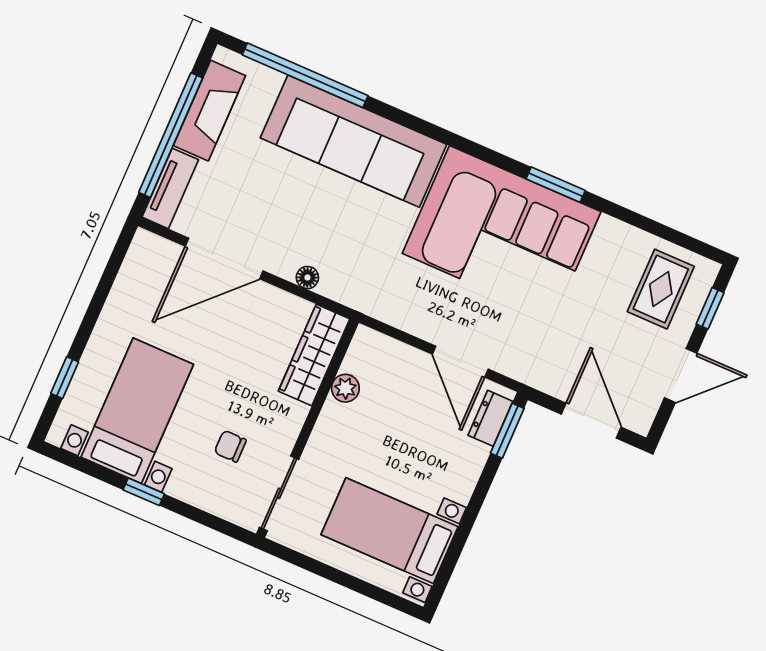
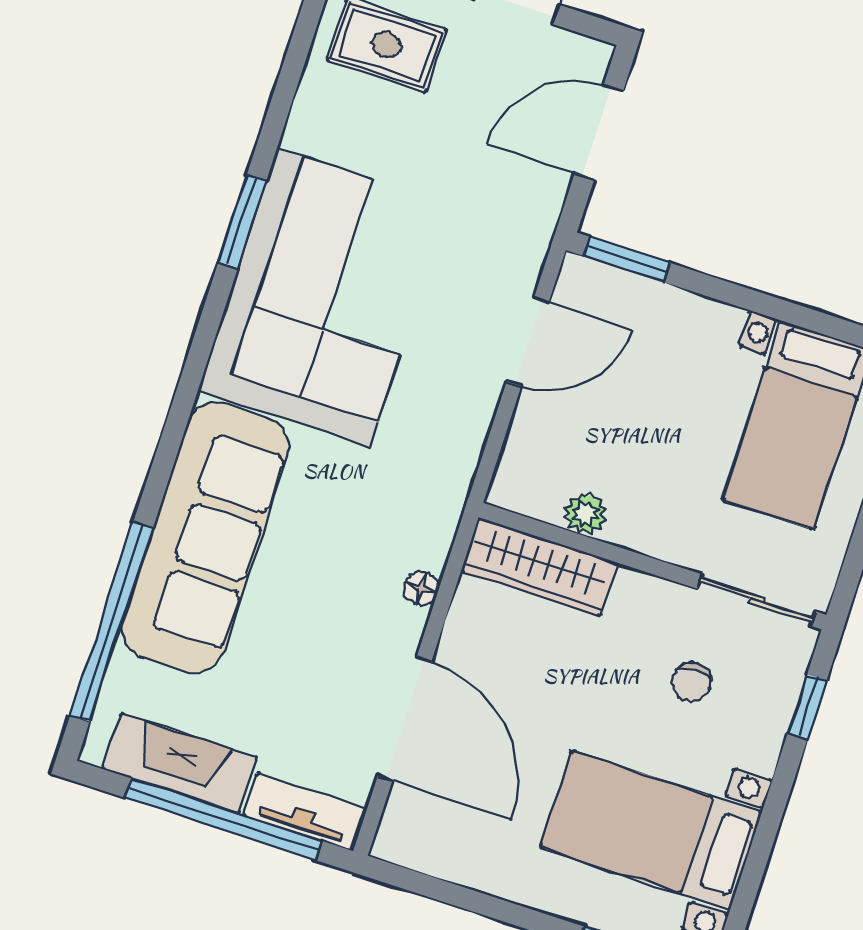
dresser: (490, 418) -> (610, 287), removed
window: (144, 492) -> (807, 706), moved

